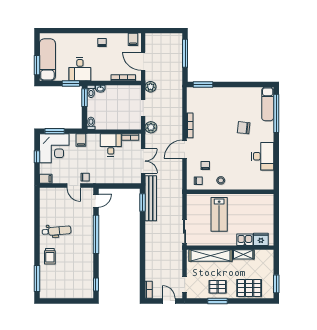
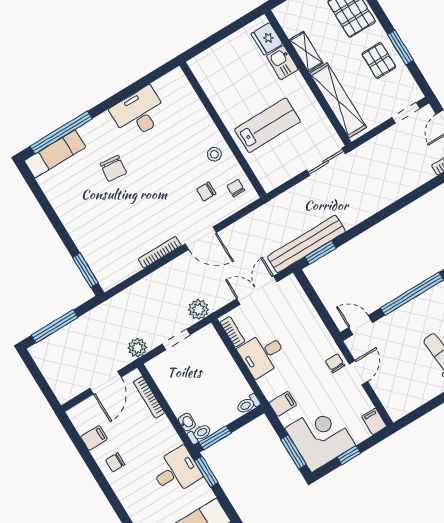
filing cabinet: (133, 39) -> (94, 438), moved

